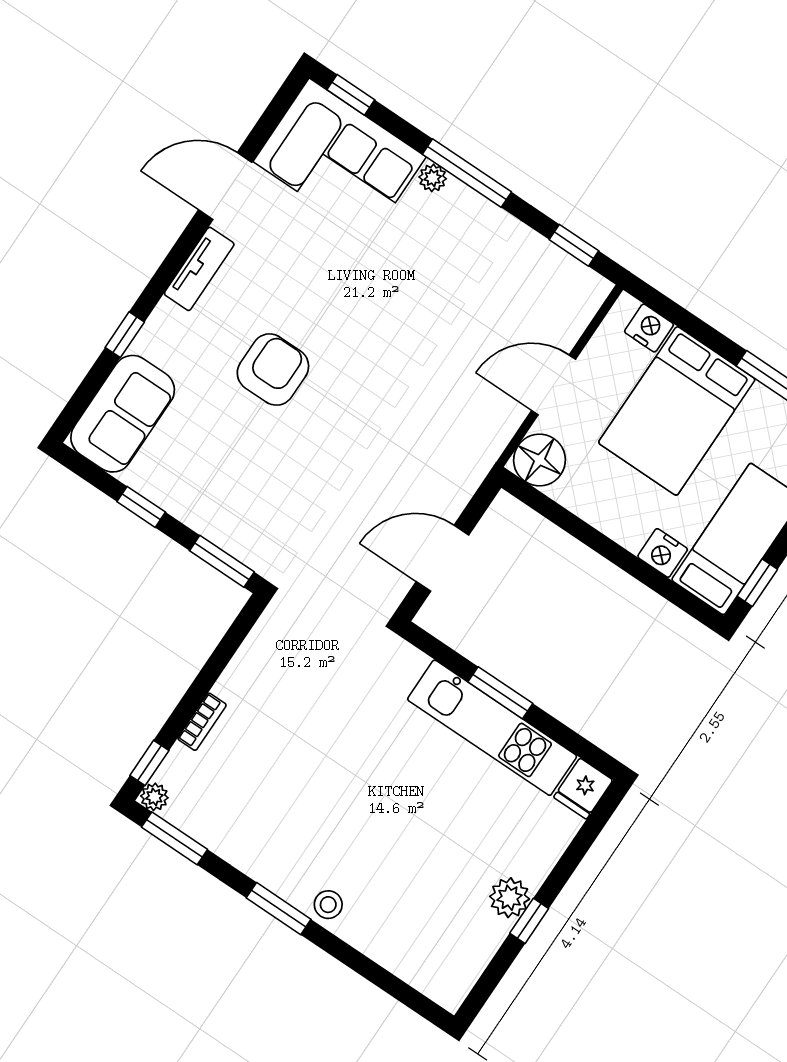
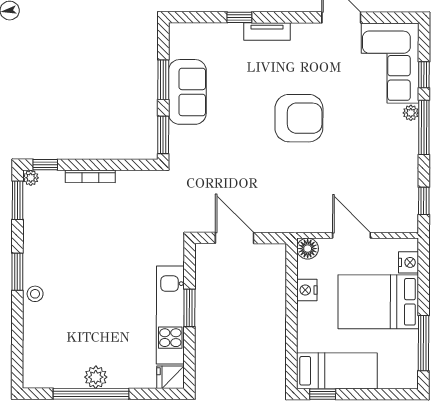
window: (351, 95) -> (424, 75), moved
tv unit: (199, 269) -> (267, 32), moved
armchair: (273, 370) -> (299, 118), moved, width x1.36, depth x1.36
sofa: (123, 414) -> (187, 92), moved, turned -90
floor lamp: (539, 460) -> (308, 249), width x0.73, depth x0.73
window: (141, 507) -> (163, 80), width x1.50
nightstand: (663, 553) -> (307, 290), moved
bookcase: (202, 722) -> (90, 176), width x1.56
window: (529, 921) -> (91, 394), width x3.17

